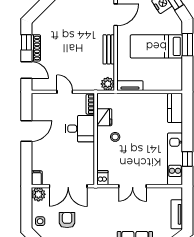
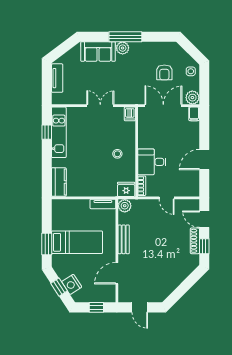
fridge: (104, 117) -> (126, 189), moved, turned 90

